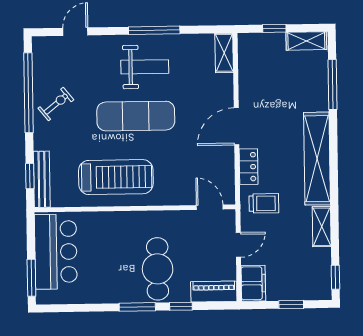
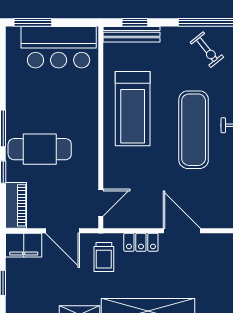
door: (238, 245) -> (63, 231), width x1.37

